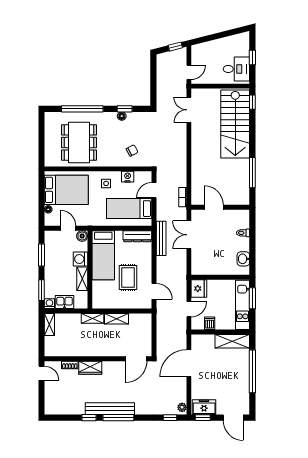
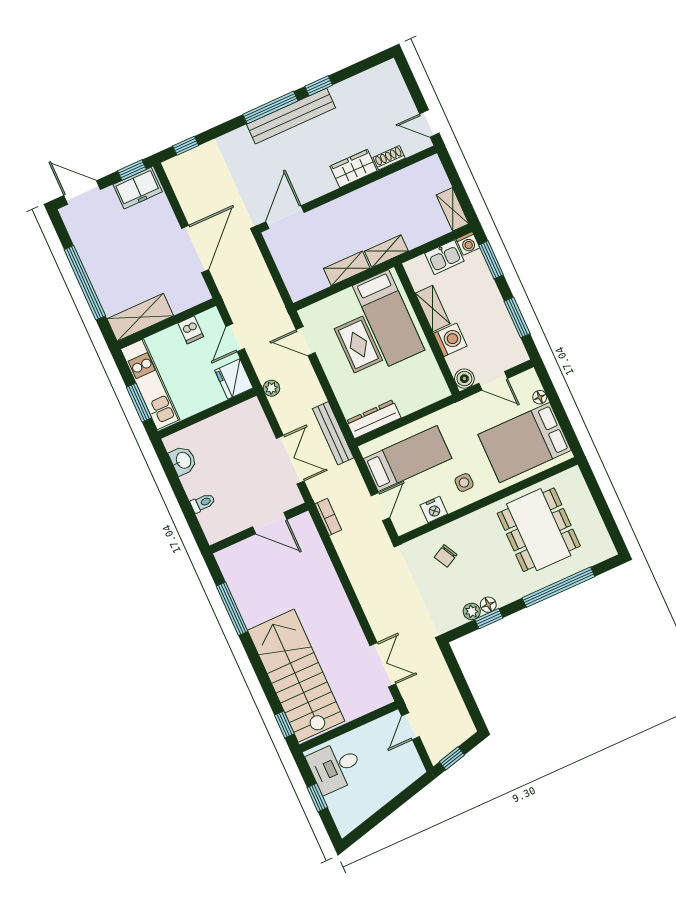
plant: (132, 116) -> (472, 611), added
bed: (103, 255) -> (389, 318), moved, turned 180
plant: (182, 407) -> (271, 388), moved

